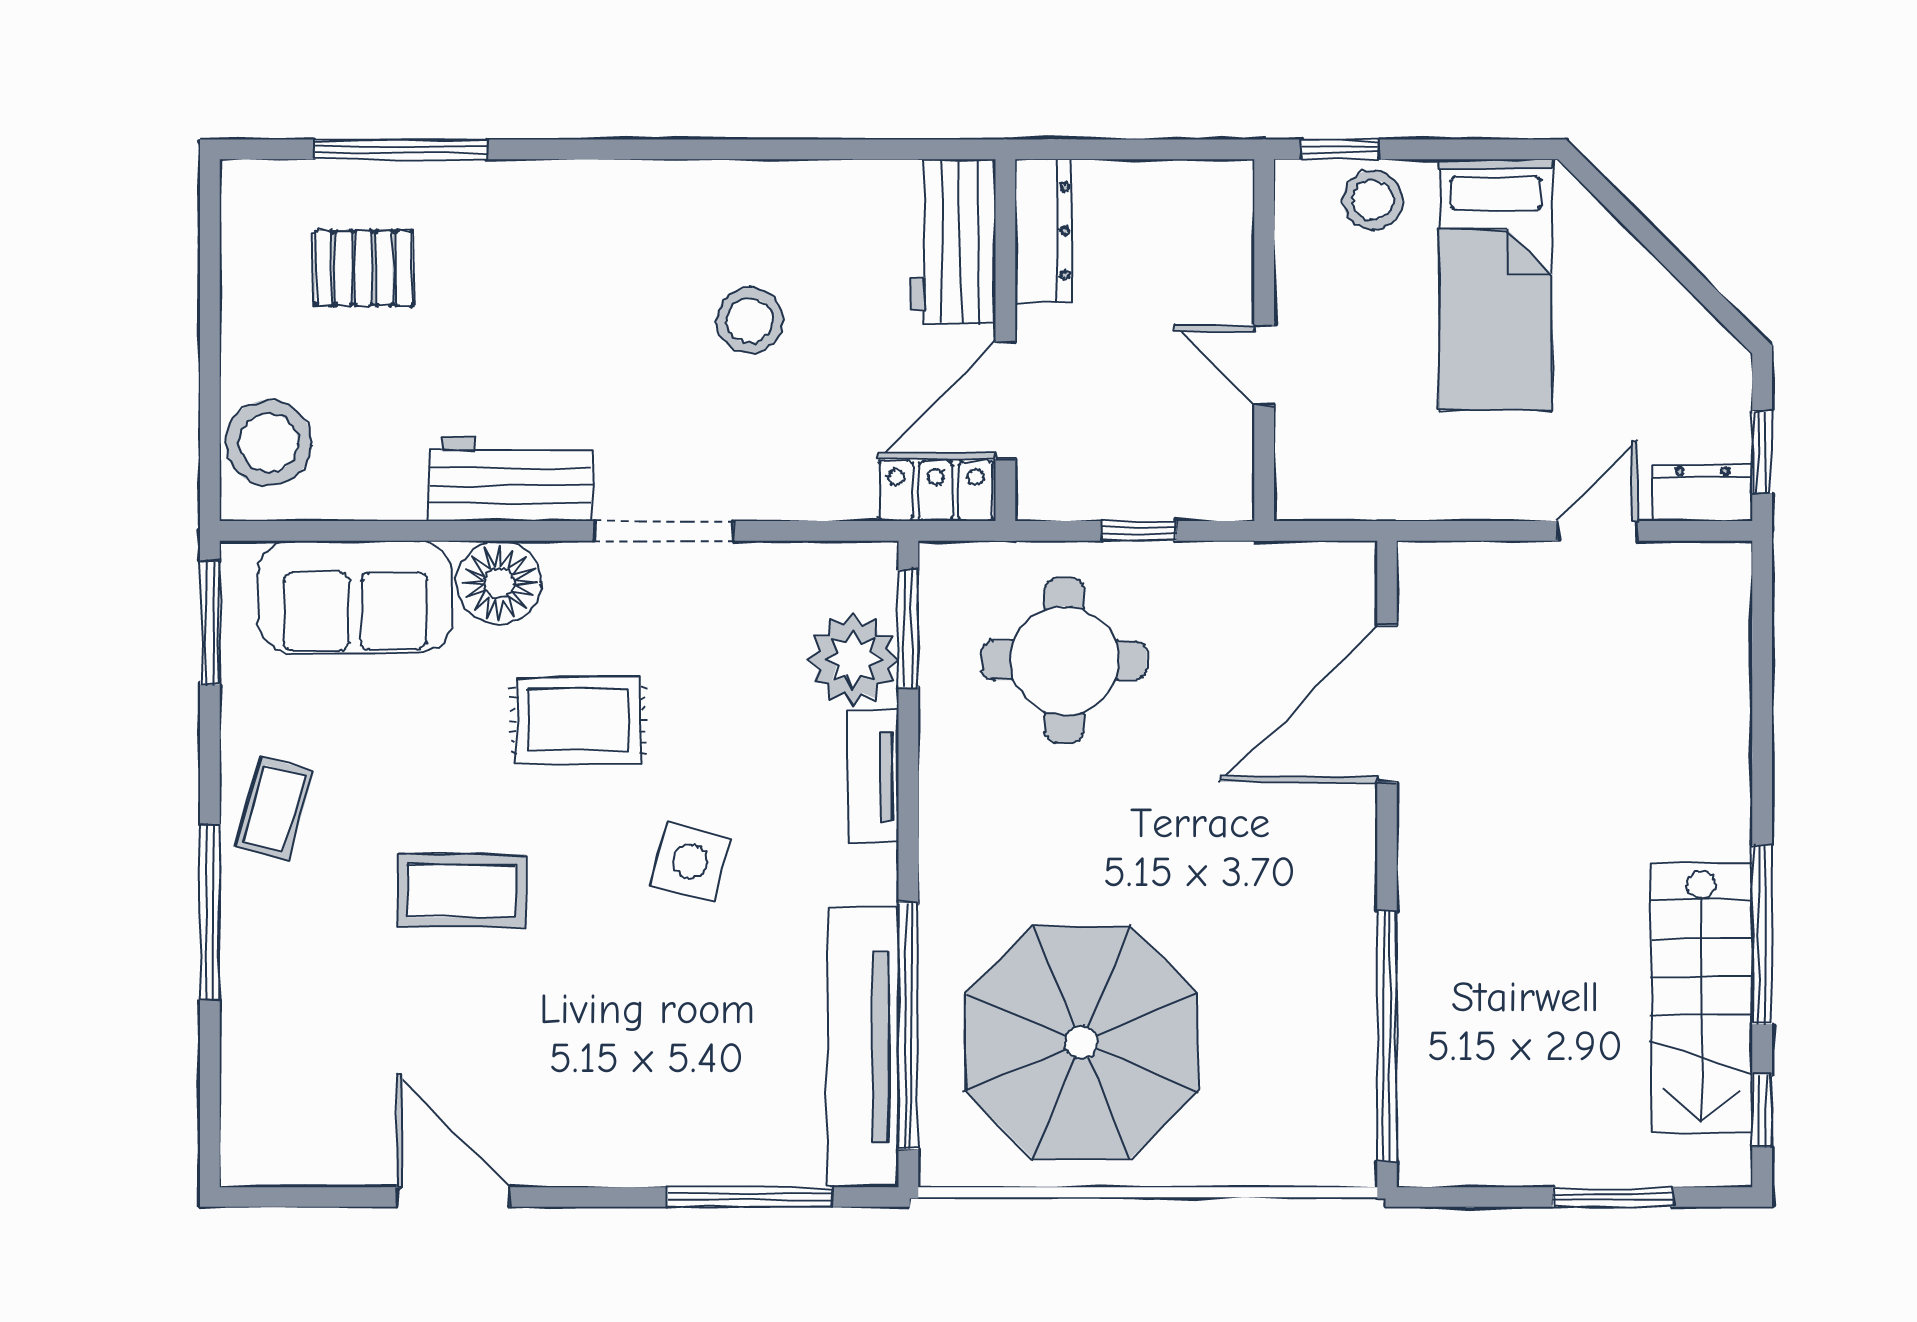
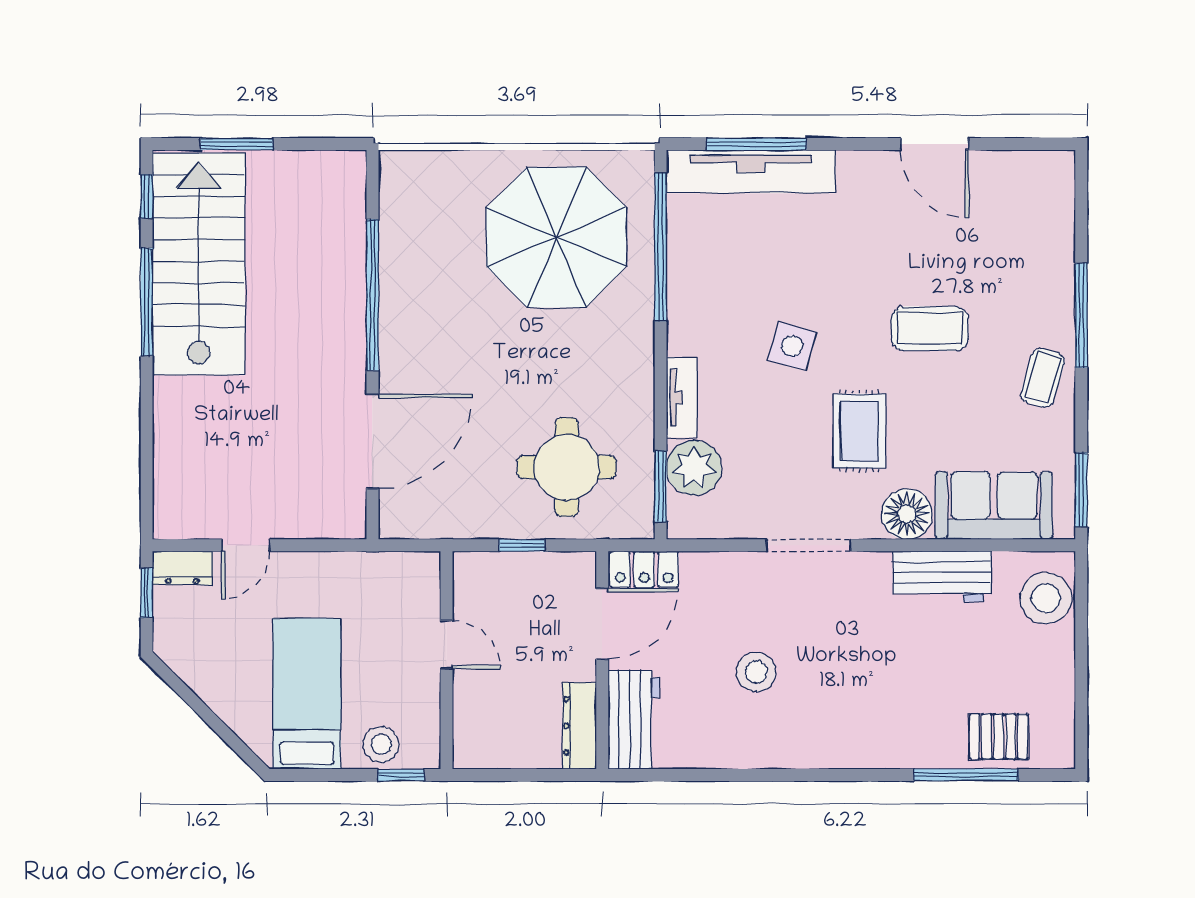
pallet: (364, 268) -> (999, 737), moved
workbench: (510, 479) -> (942, 576), moved
rug: (578, 720) -> (859, 431), turned 90
stairs: (1701, 998) -> (199, 264), width x1.36, depth x1.51
window: (1387, 1036) -> (372, 295), moved
tv unit: (863, 1047) -> (751, 172), moved, turned 90

